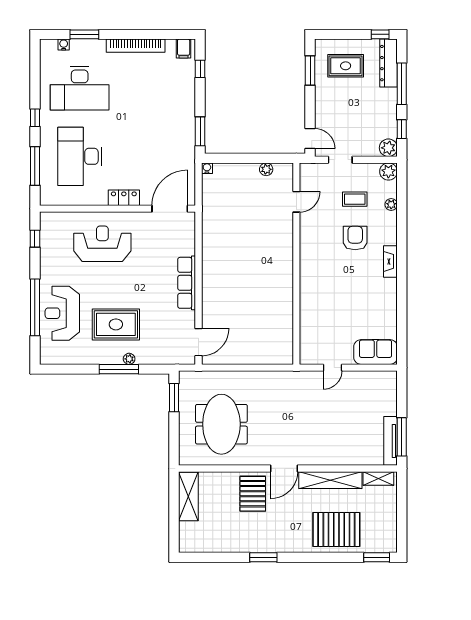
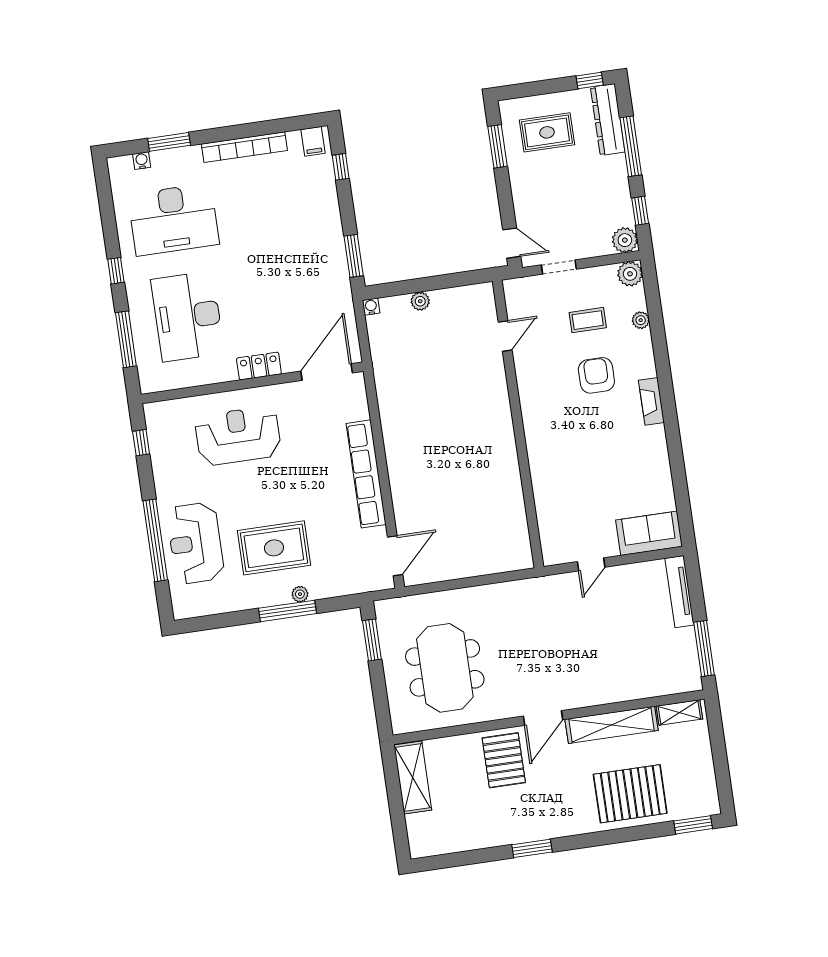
plant: (266, 169) -> (420, 301), moved
row of seats: (187, 283) -> (366, 474), width x1.36
tv unit: (391, 441) -> (679, 592), moved

